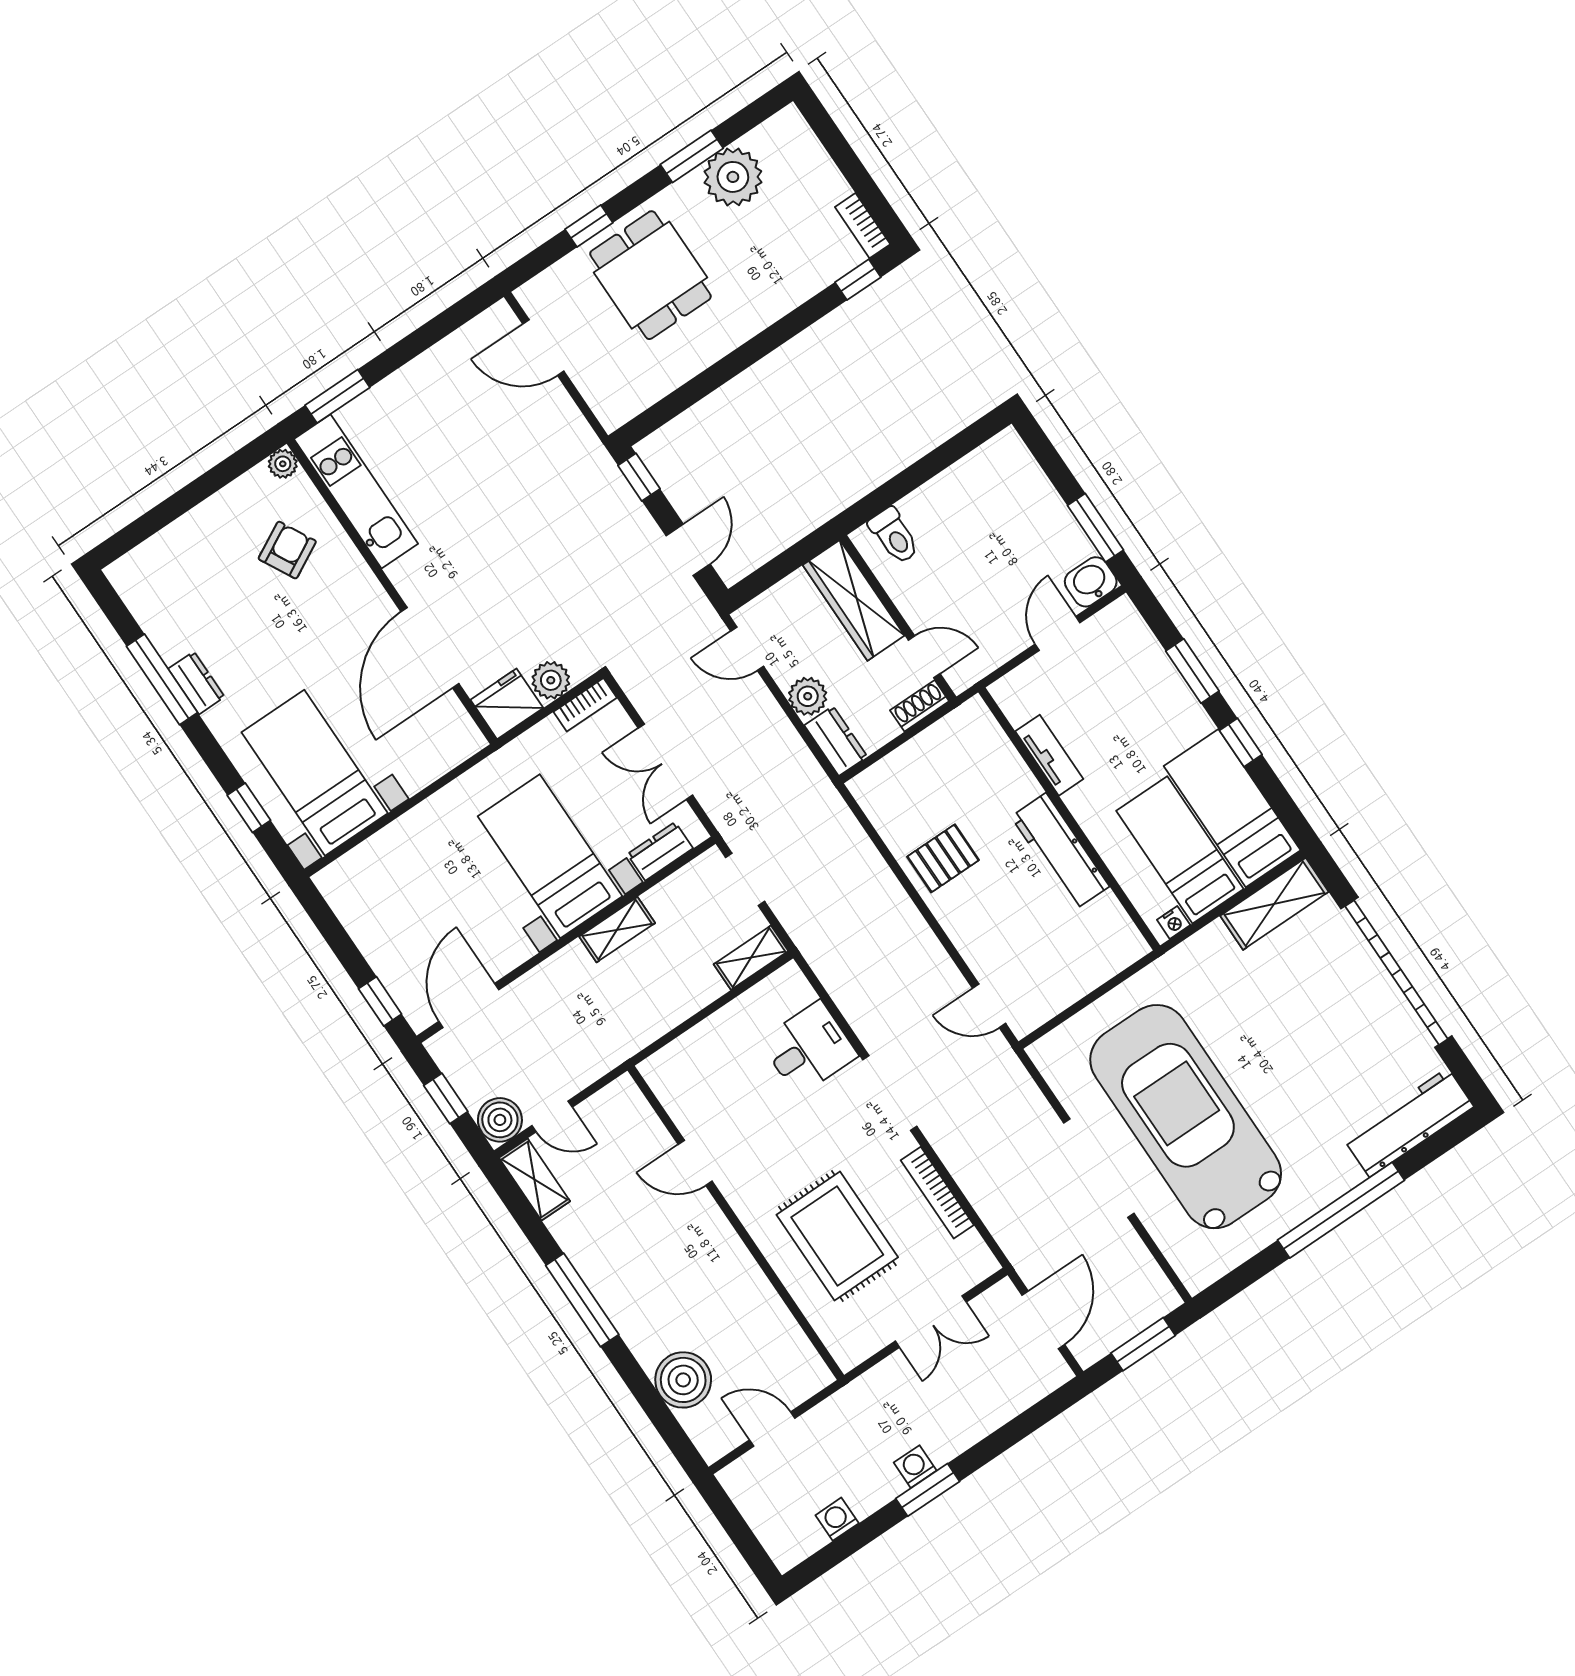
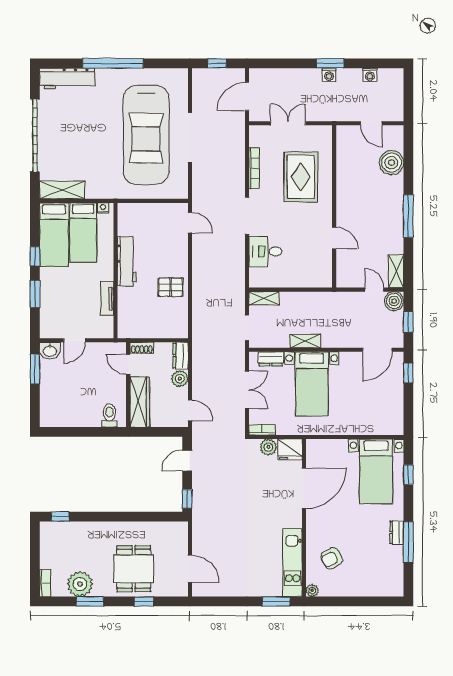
bookcase: (863, 226) -> (45, 583), moved
window: (1143, 1344) -> (217, 63), width x0.67

